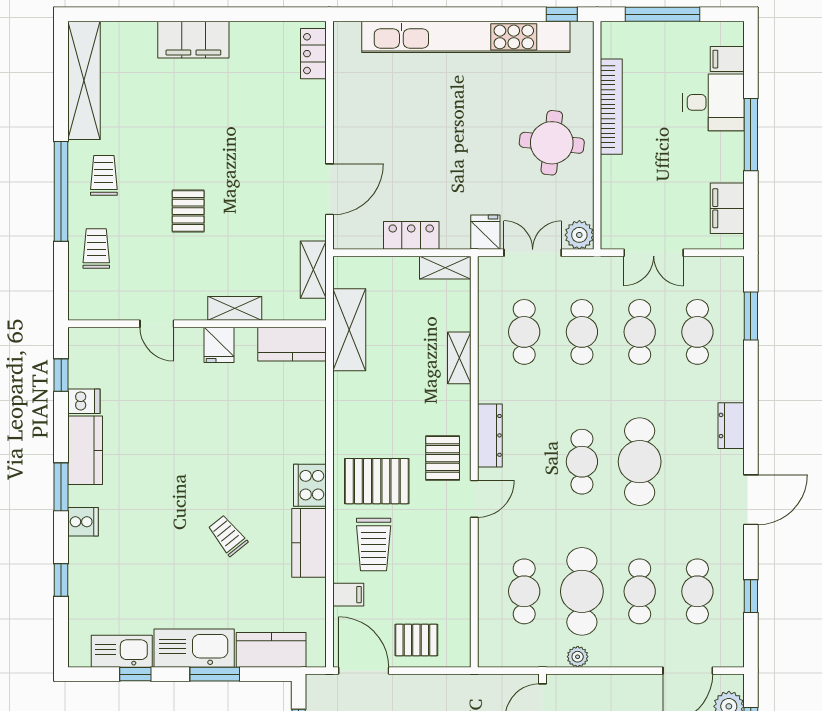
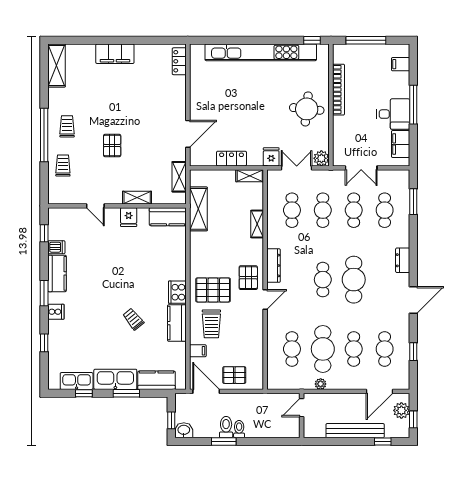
shelving: (84, 80) -> (56, 65), width x0.68
desk: (713, 102) -> (393, 114), moved

